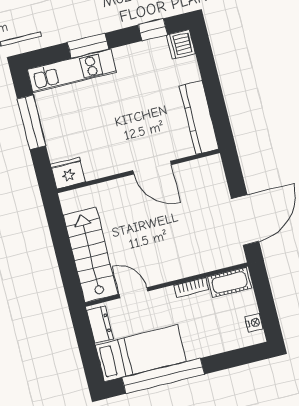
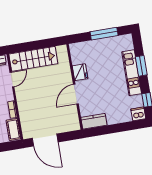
kitchen unit: (72, 71) -> (132, 73), moved
kitchen counter: (199, 117) -> (94, 121), width x0.67
fridge: (68, 173) -> (80, 72), moved

